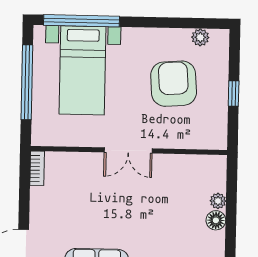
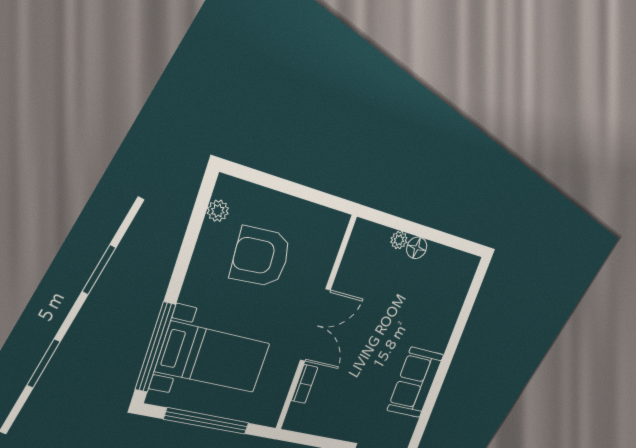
window: (234, 94) -> (294, 189), removed
double door: (128, 150) -> (315, 325), width x1.37
bookcase: (37, 168) -> (304, 384), moved, turned 90

